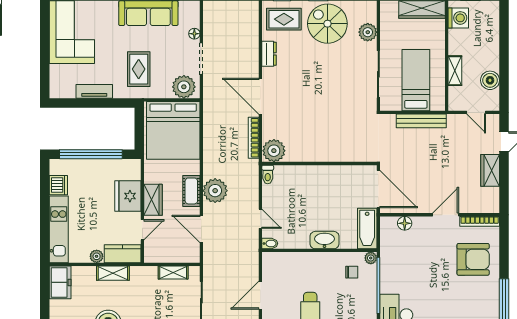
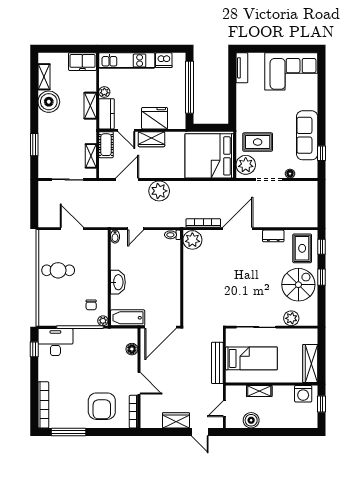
rug: (139, 69) -> (258, 142), moved
tv unit: (94, 91) -> (242, 68), moved
cot: (191, 191) -> (106, 145), moved, turned 90

